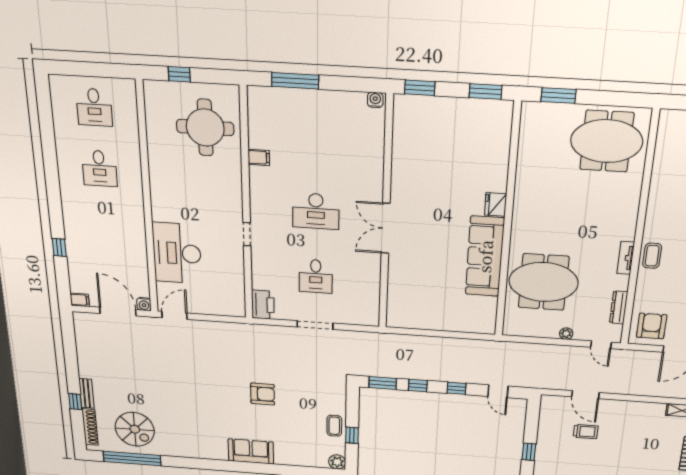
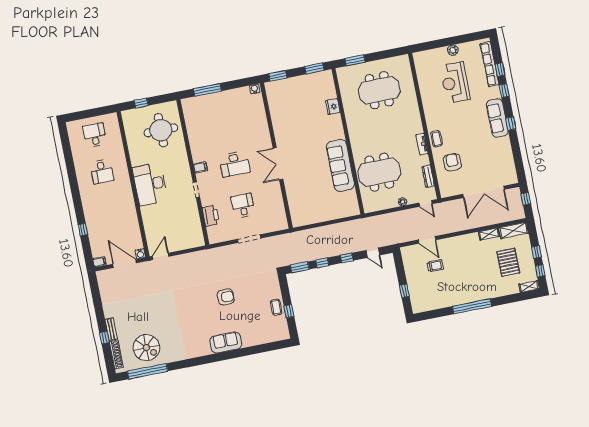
desk: (94, 107) -> (95, 135), turned 180
meeting table: (607, 141) -> (379, 90), moved
filing cabinet: (259, 157) -> (200, 167), moved
fridge: (496, 204) -> (333, 106), moved
desk: (177, 253) -> (150, 184), moved
desk: (316, 276) -> (243, 206), turned 180
printer: (263, 305) -> (211, 216), moved
armchair: (652, 326) -> (452, 162), moved
plant: (337, 462) -> (284, 334), removed

